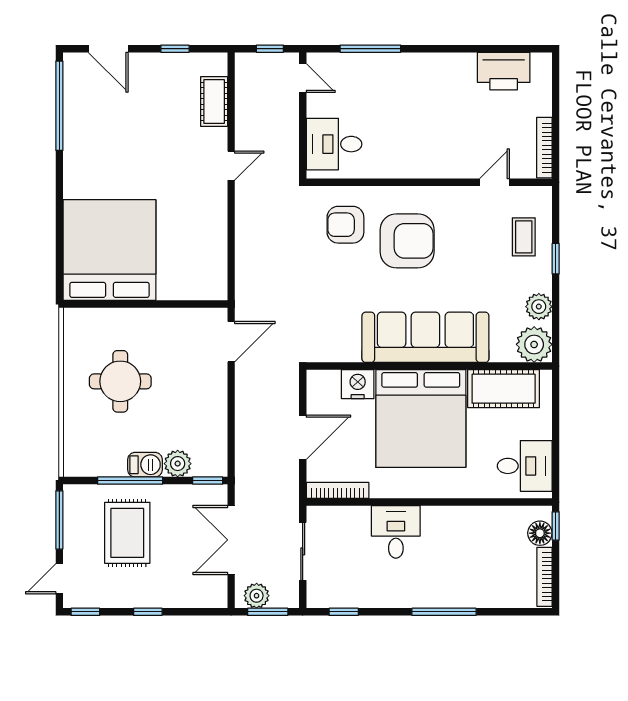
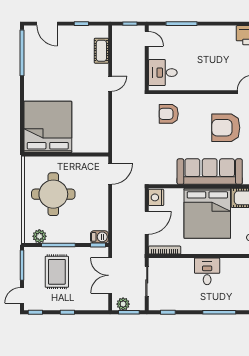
armchair: (407, 241) -> (226, 128), moved, turned 180
round table: (120, 381) -> (53, 194), width x1.36, depth x1.36
nightstand: (358, 384) -> (156, 197), moved, turned -90
plant: (178, 464) -> (39, 236), moved
barbecue: (145, 465) -> (99, 237), moved
desk: (396, 532) -> (207, 271), moved

